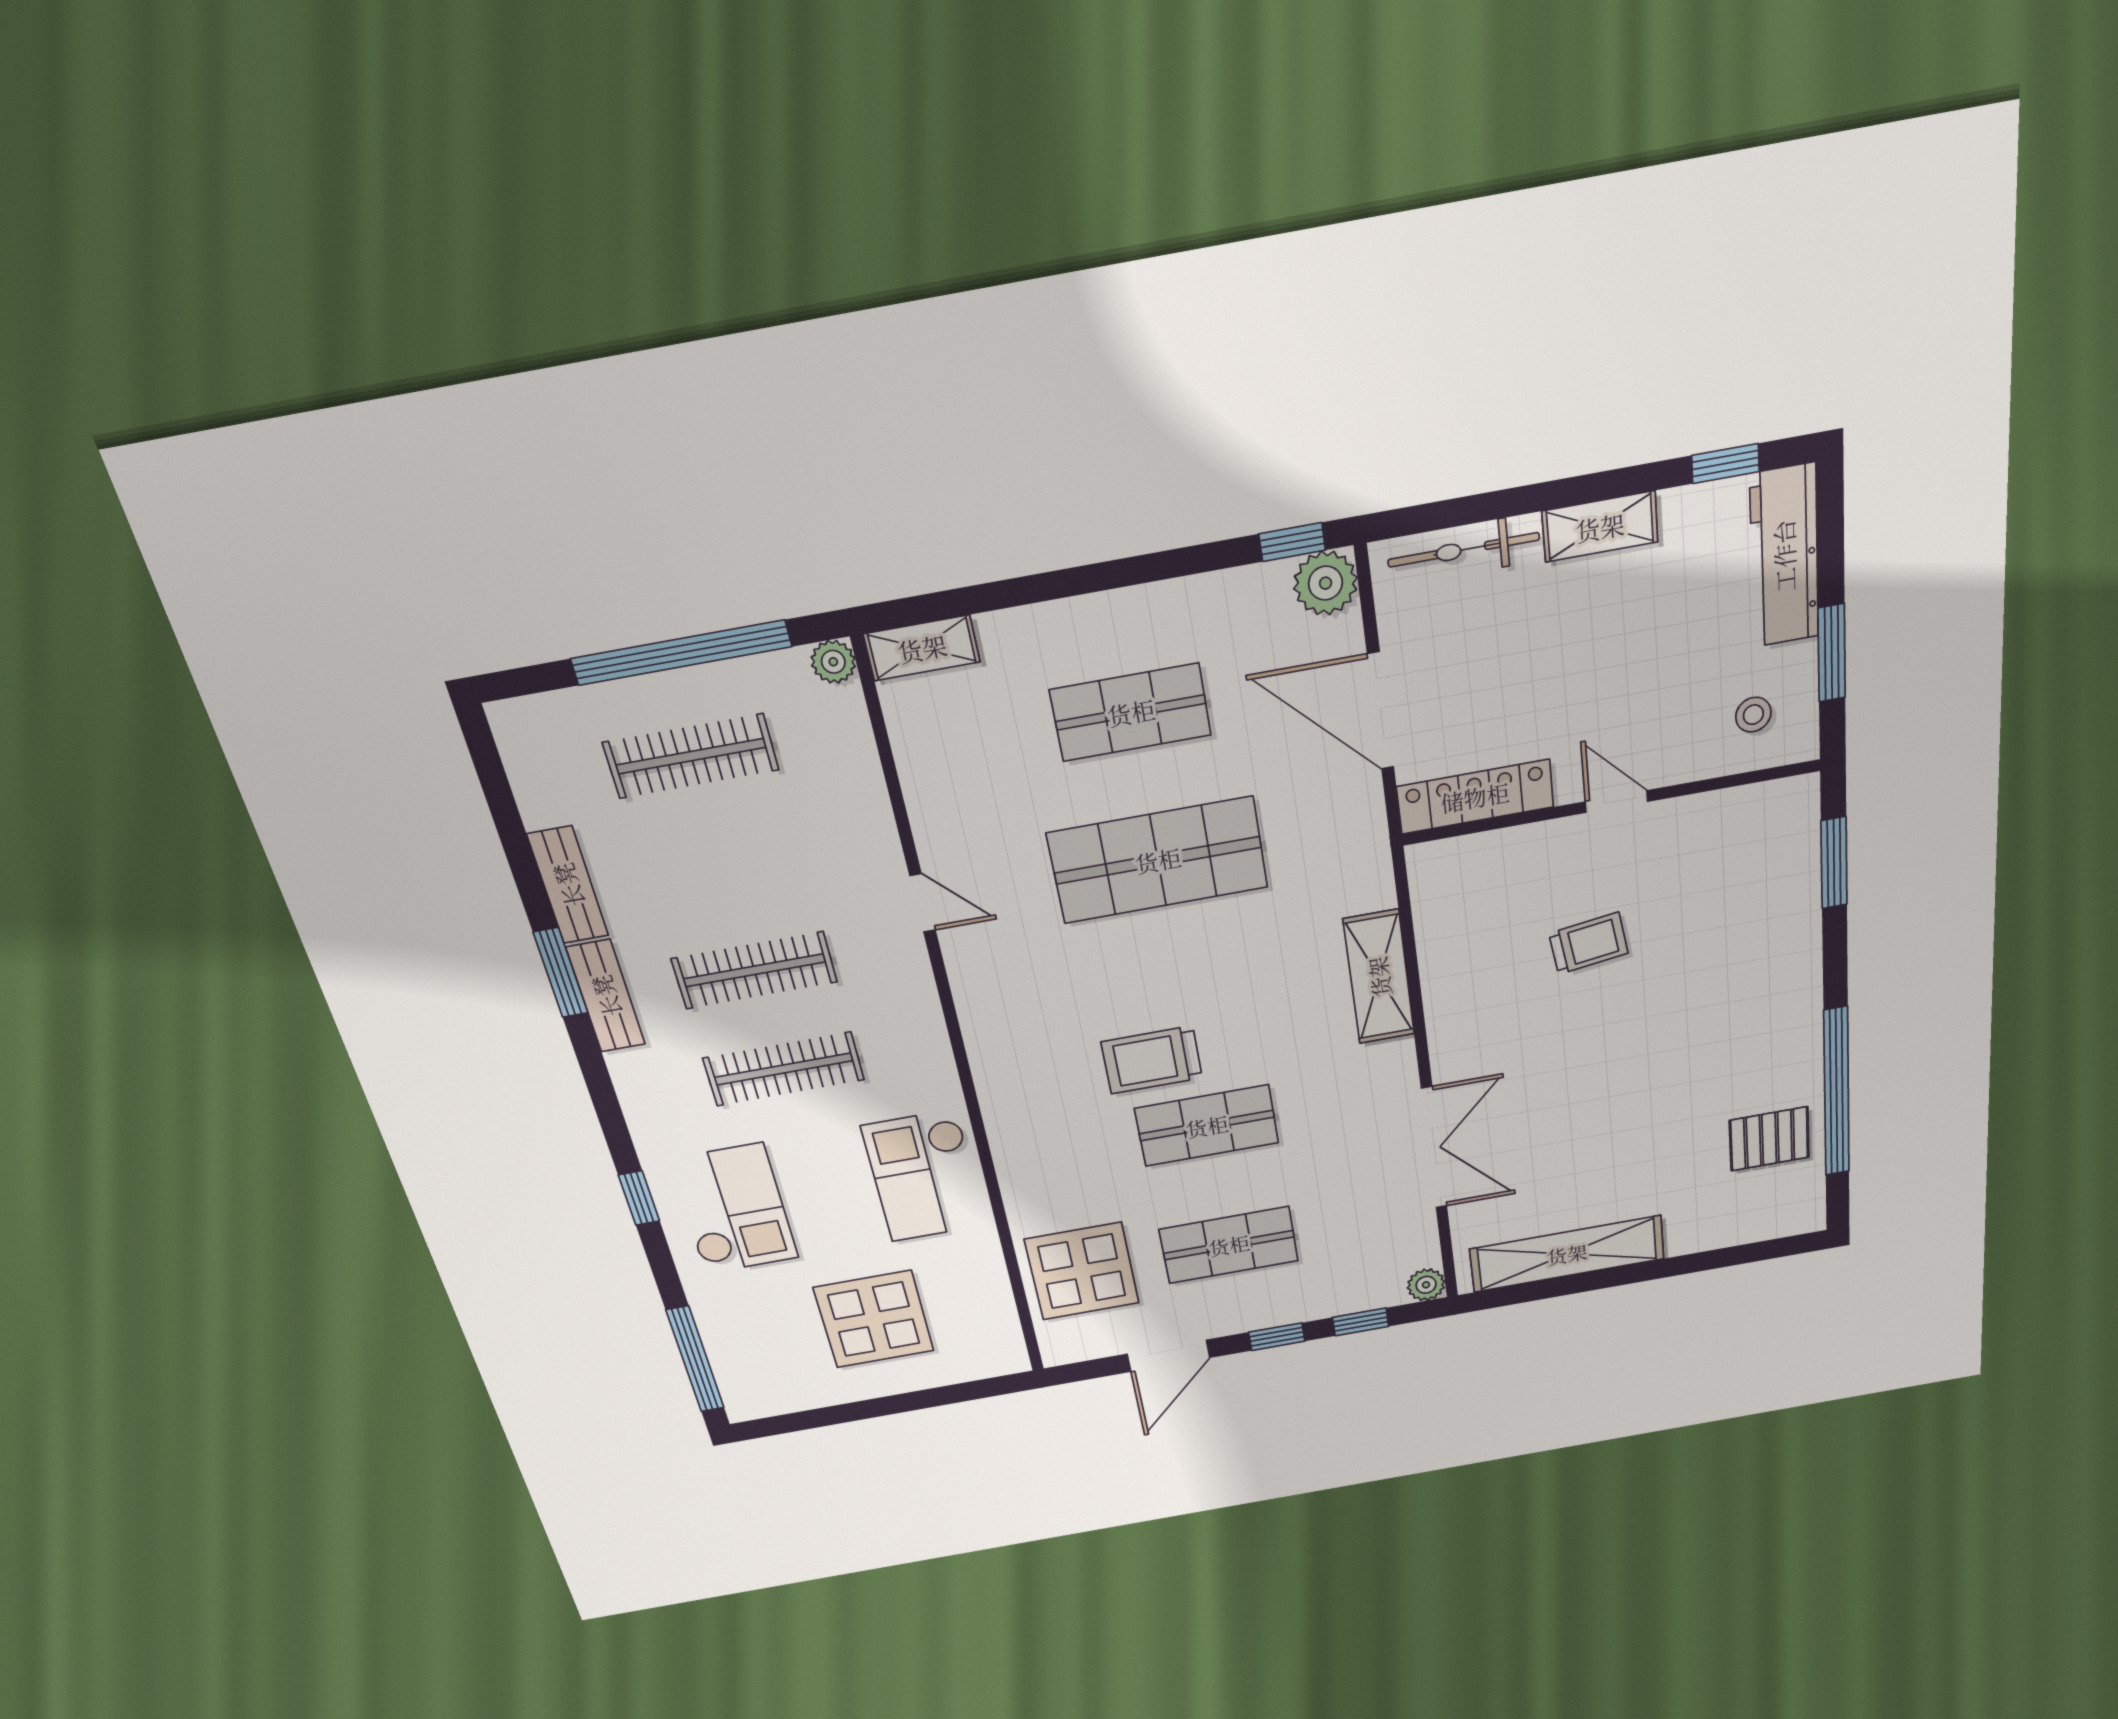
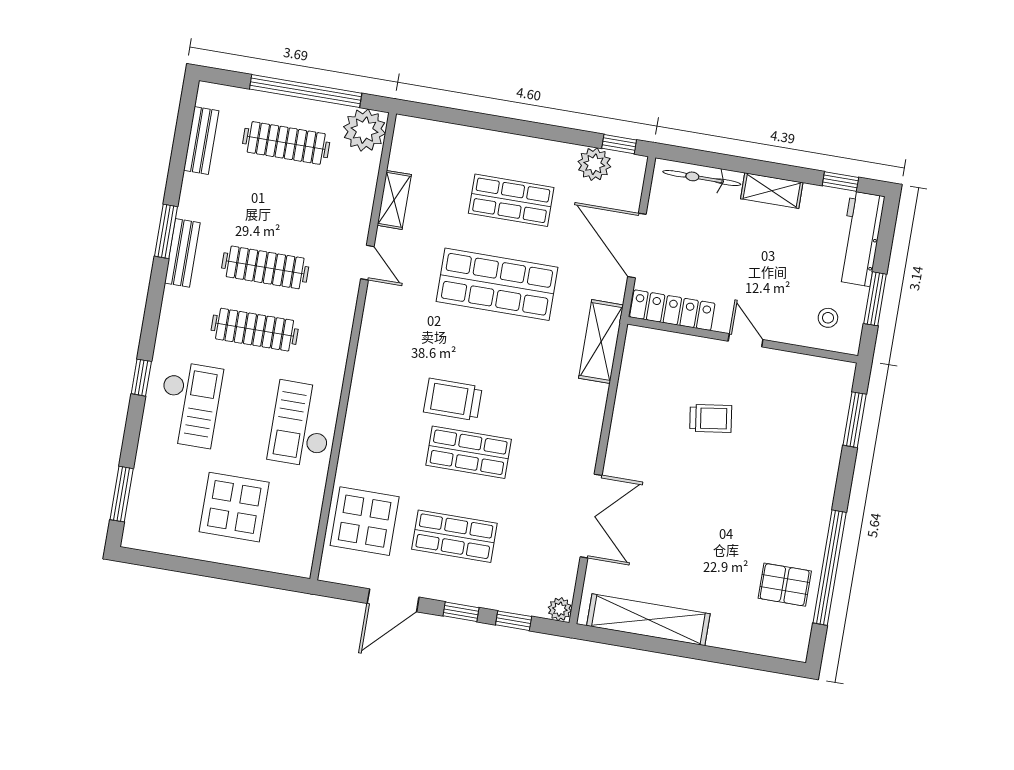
plant: (1326, 583) -> (594, 164), moved
shelving: (922, 648) -> (394, 200), moved, turned 90
plant: (833, 662) -> (364, 130), width x1.87, depth x1.87
bench: (568, 885) -> (201, 141), moved
shelving: (1379, 977) -> (601, 342), moved
window: (695, 1359) -> (122, 494), width x0.69

